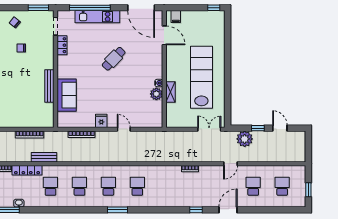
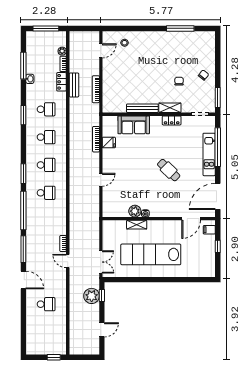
window: (214, 8) -> (218, 246), moved
locker: (62, 45) -> (172, 120), moved
shelving: (49, 57) -> (170, 108), added
lab bench: (201, 77) -> (151, 254), turned 180
fridge: (101, 121) -> (109, 142), moved
window: (258, 128) -> (102, 295), moved
bench: (44, 157) -> (74, 85), moved
door: (230, 164) -> (68, 261), moved
locker: (27, 170) -> (62, 82), width x0.66
school desk: (282, 186) -> (46, 332), removed
window: (308, 190) -> (54, 357), moved
window: (57, 210) -> (23, 115), added
window: (156, 210) -> (23, 211), added
window: (196, 210) -> (23, 249), width x2.17

